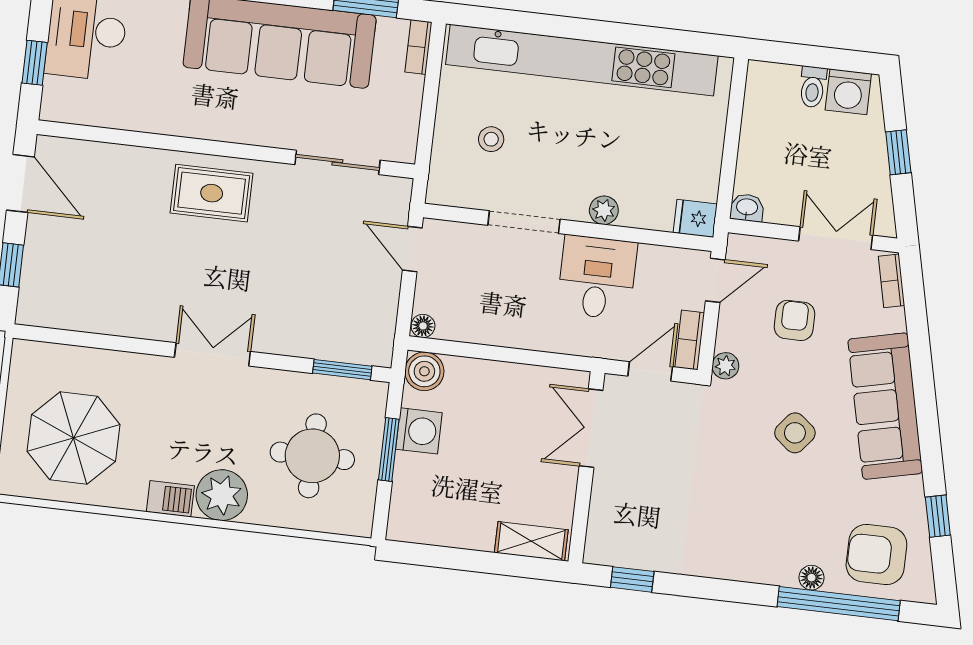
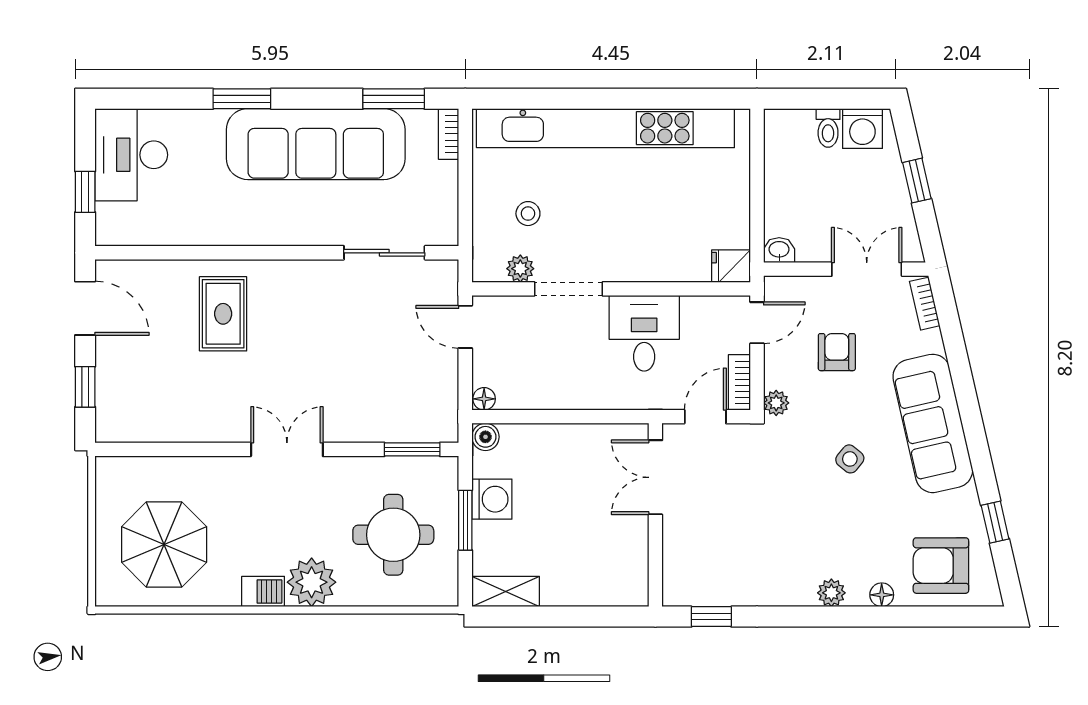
rug: (212, 193) -> (223, 314), moved, turned 90
plant: (604, 210) -> (520, 269), moved
boiler: (424, 371) -> (485, 437), width x0.73, depth x0.73
side table: (795, 433) -> (850, 459), width x0.73, depth x0.73
shelving: (531, 541) -> (506, 592), moved
plant: (760, 569) -> (831, 593), added
window: (839, 604) -> (910, 617), removed

